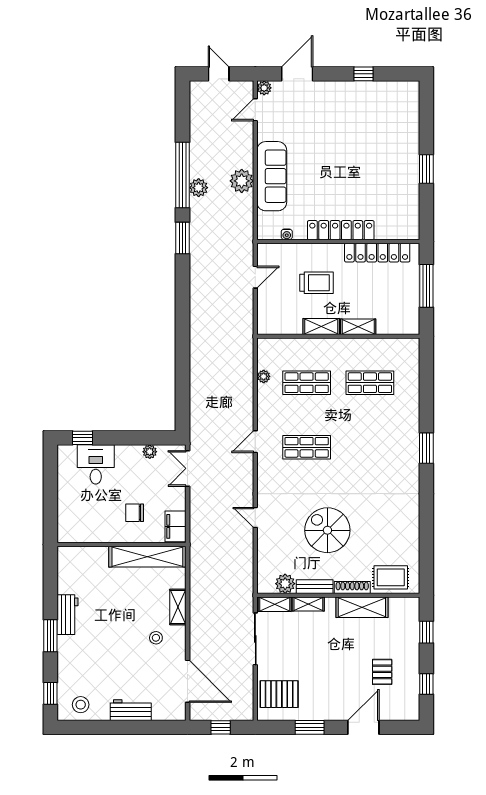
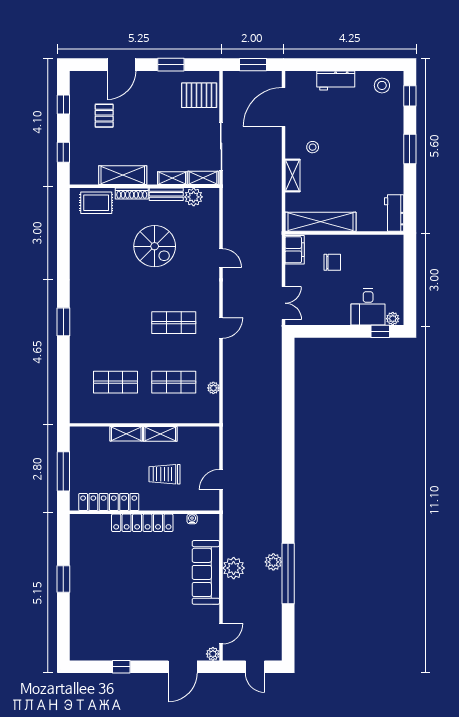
window: (182, 238) -> (288, 515), removed
plant: (150, 452) -> (393, 319), moved
workbench: (68, 615) -> (394, 213), moved
door: (188, 681) -> (283, 107), hinge flipped
window: (221, 727) -> (253, 65), width x1.50

